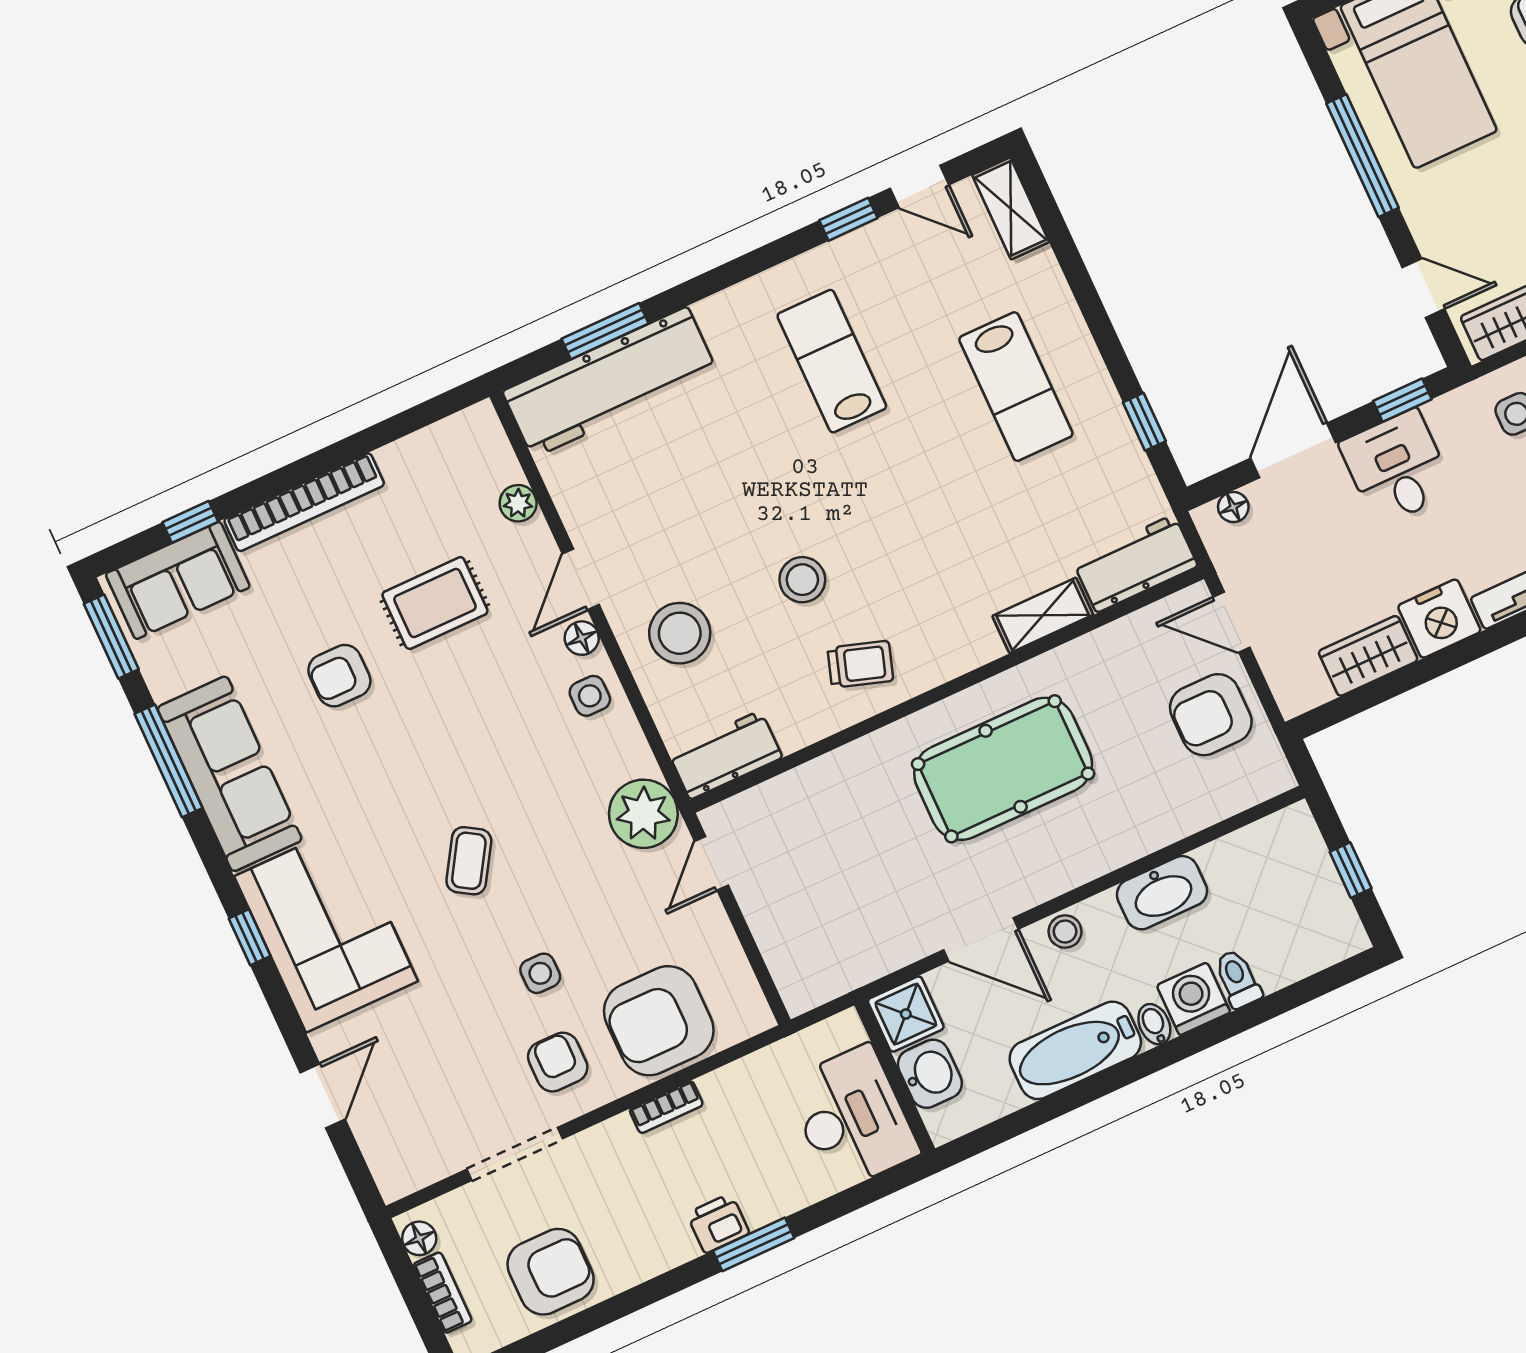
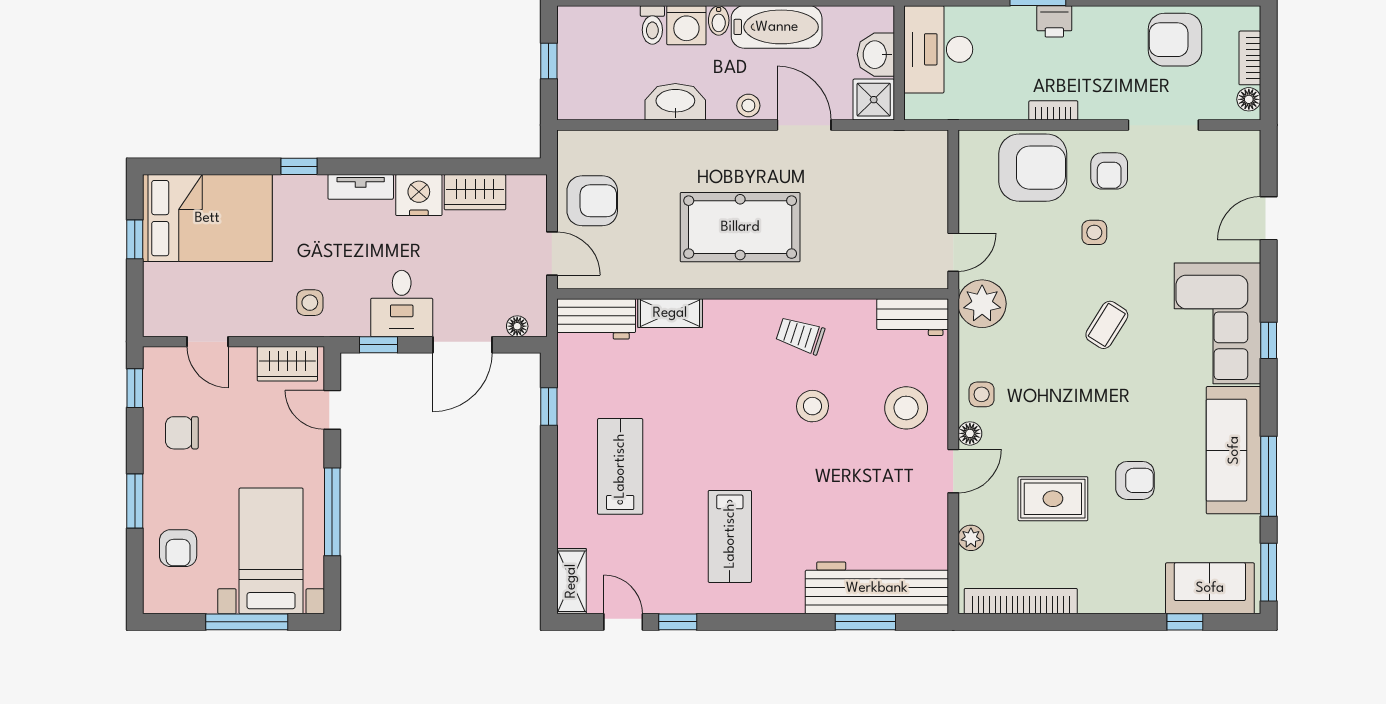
bookcase: (304, 502) -> (1021, 601), moved

